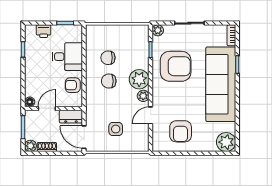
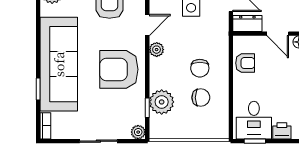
desk: (67, 57) -> (254, 120), moved, turned -90
armchair: (176, 66) -> (119, 69), moved
plant: (139, 79) -> (162, 102), moved
chair: (109, 81) -> (200, 68), turned 90
door: (47, 108) -> (278, 34), hinge flipped

